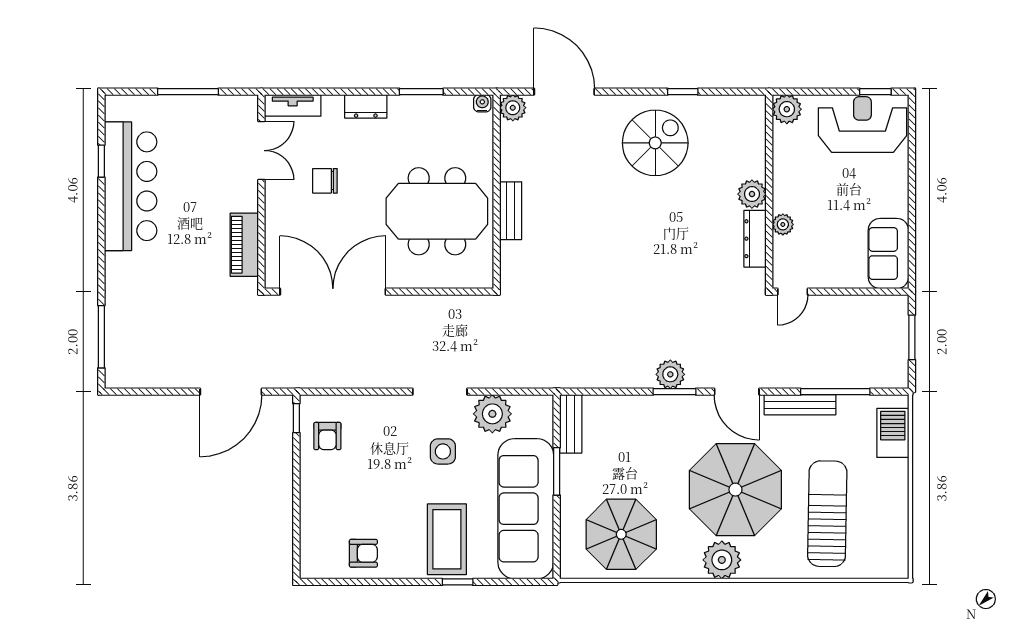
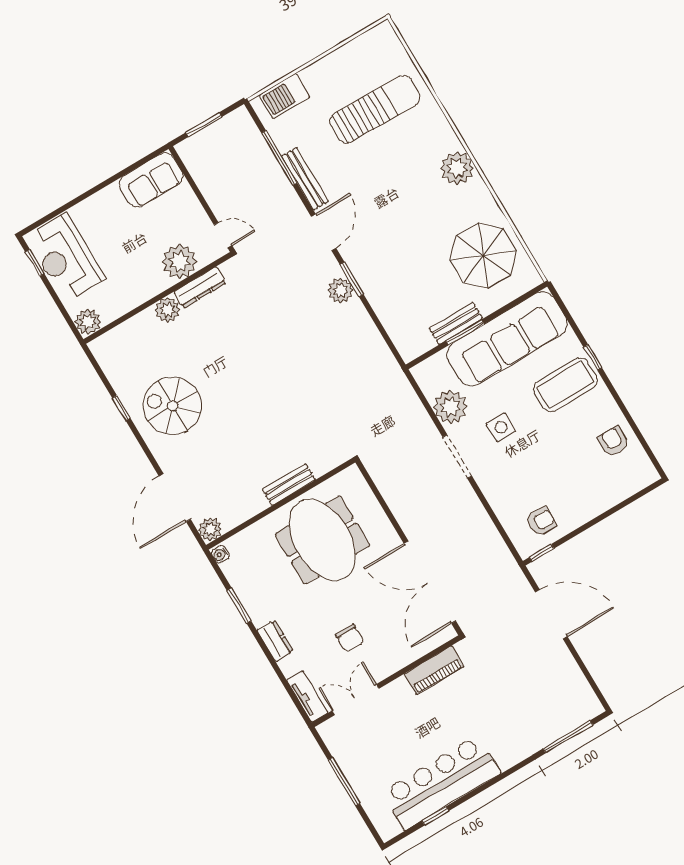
plant: (783, 224) -> (179, 262), width x1.88, depth x1.88
bench: (571, 424) -> (456, 323), moved
parasol: (735, 490) -> (398, 189), removed
sun lounger: (827, 514) -> (375, 109), turned 180

